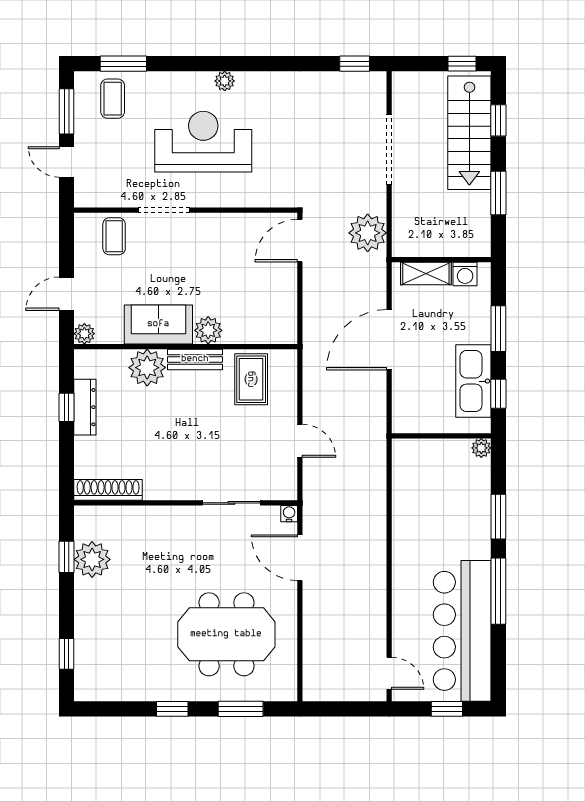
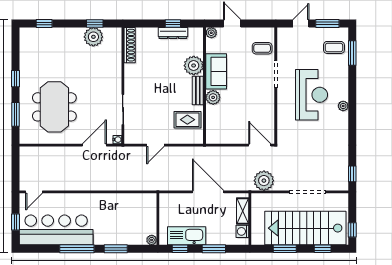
stairs: (469, 133) -> (305, 228), width x1.36, depth x1.51

